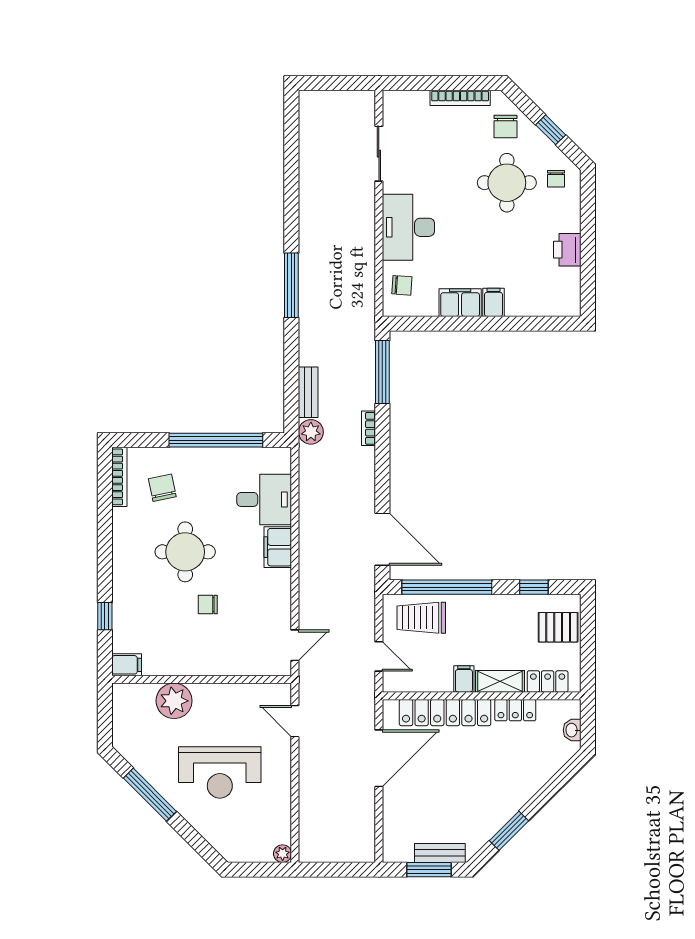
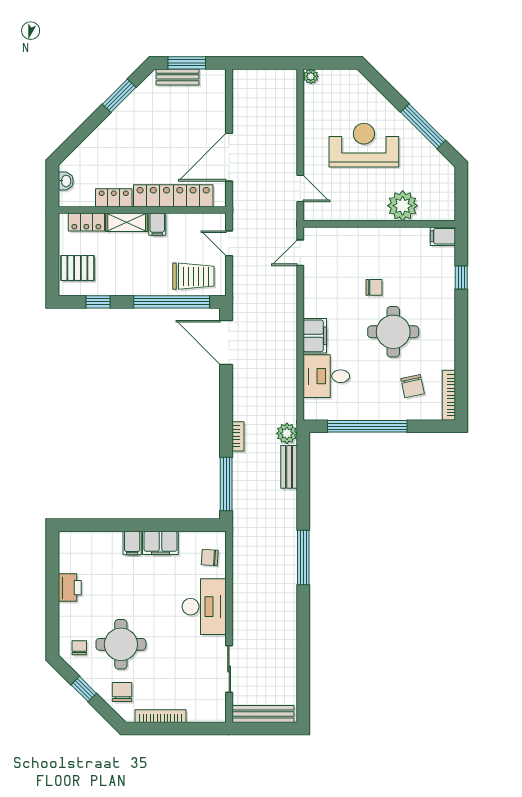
bench: (339, 100) -> (263, 714), added

